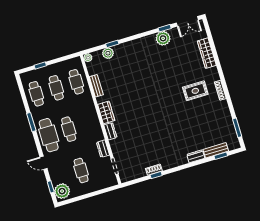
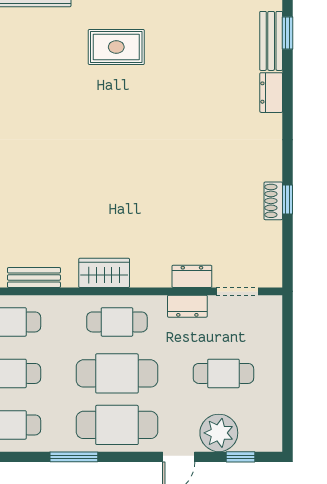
rug: (195, 91) -> (116, 47), turned 90
cafe table: (89, 123) -> (117, 322), added
cafe table: (69, 129) -> (117, 373), width x1.37, depth x1.35
dresser: (110, 131) -> (192, 276), moved
plant: (62, 191) -> (219, 433), moved

